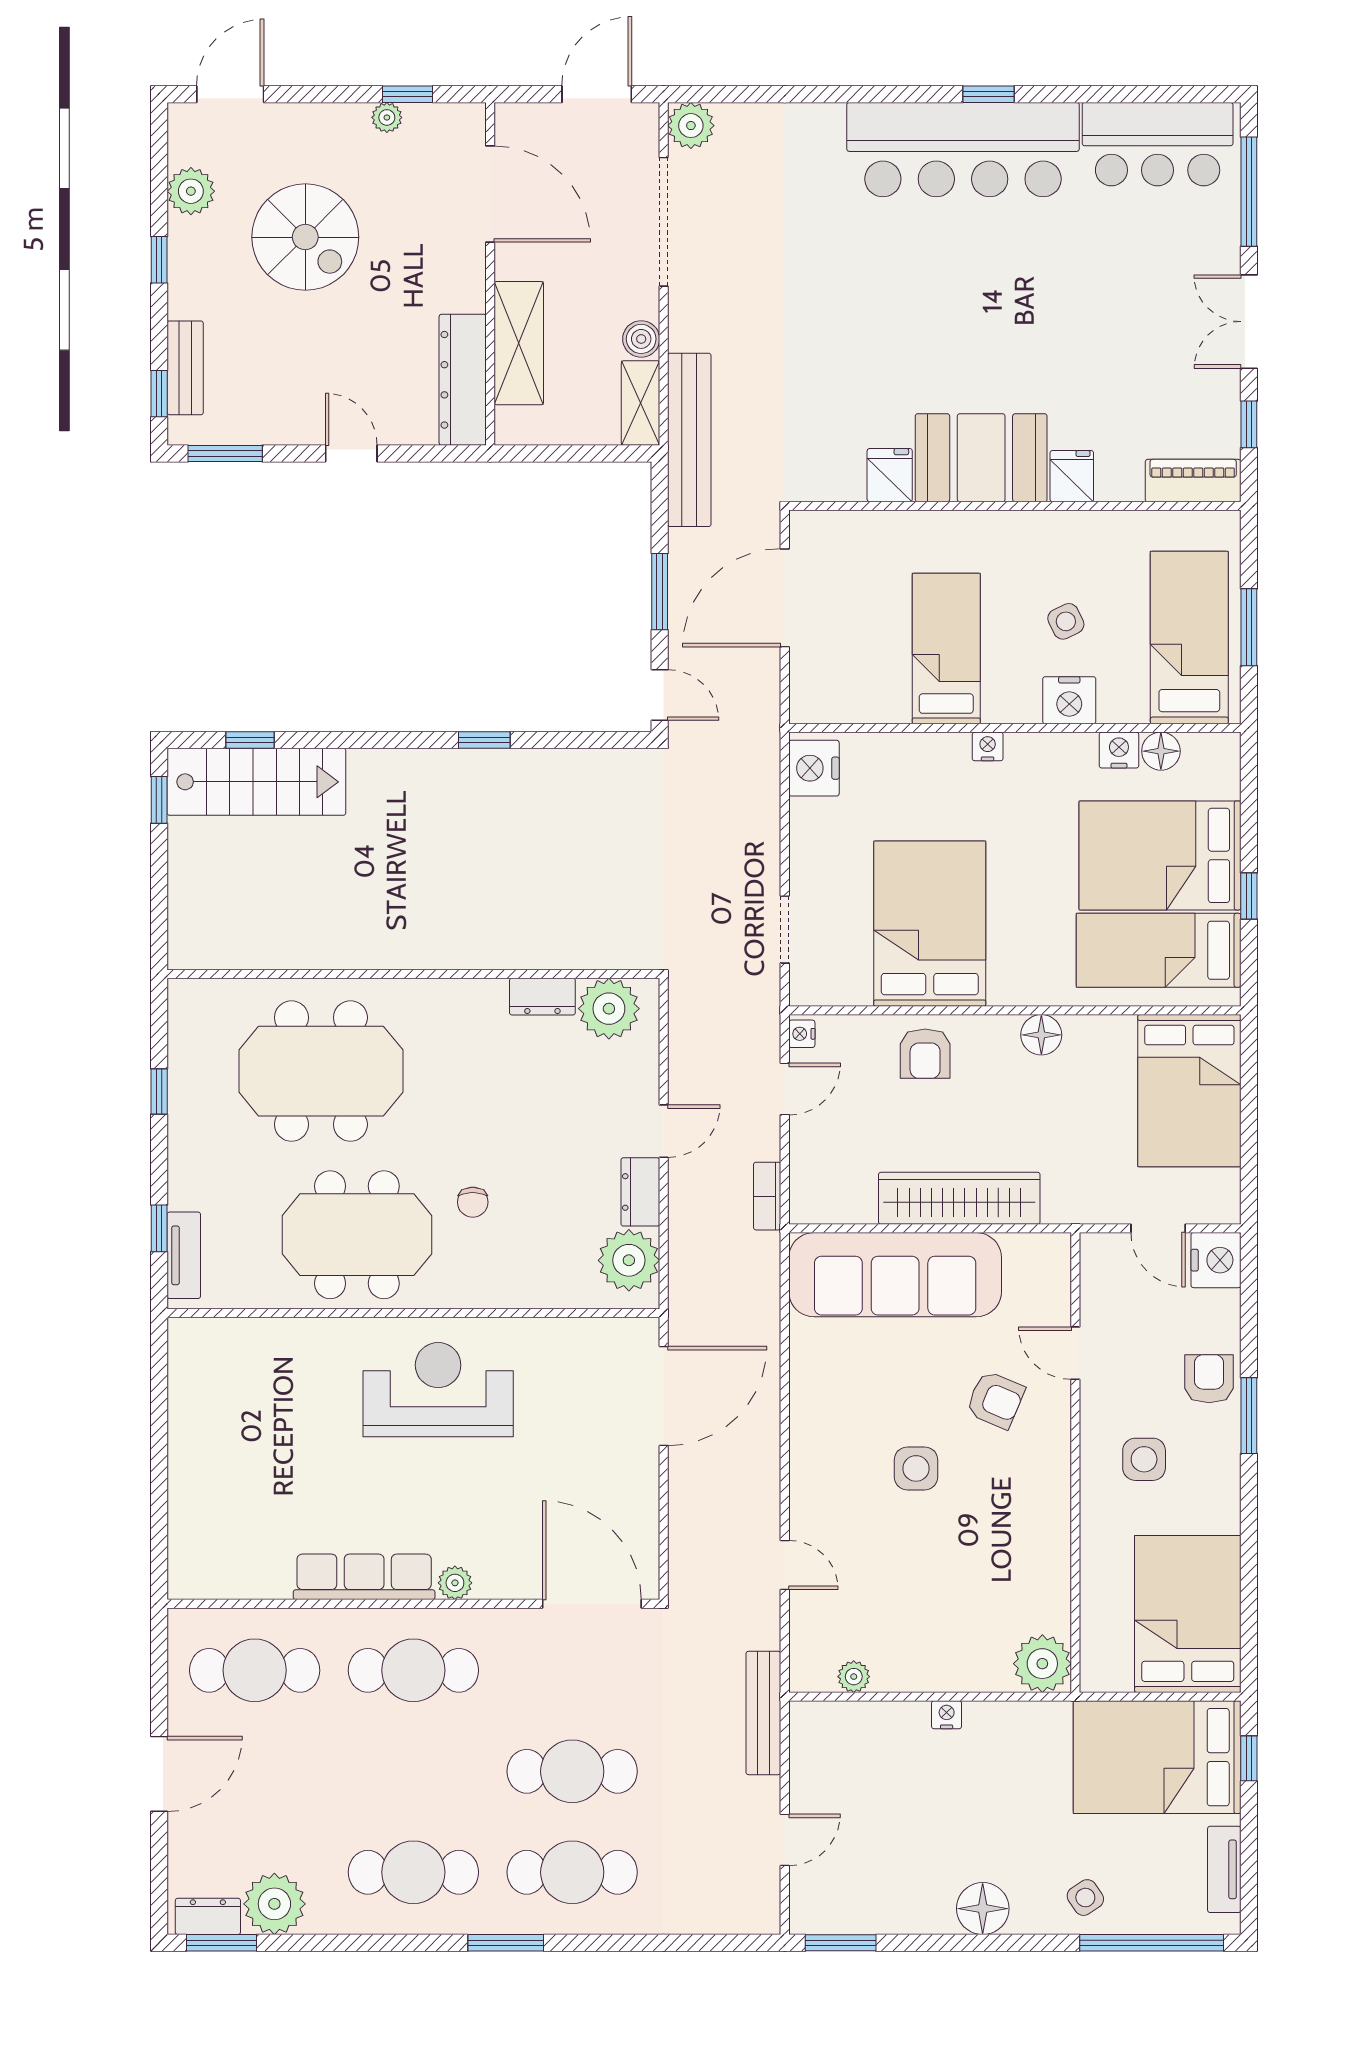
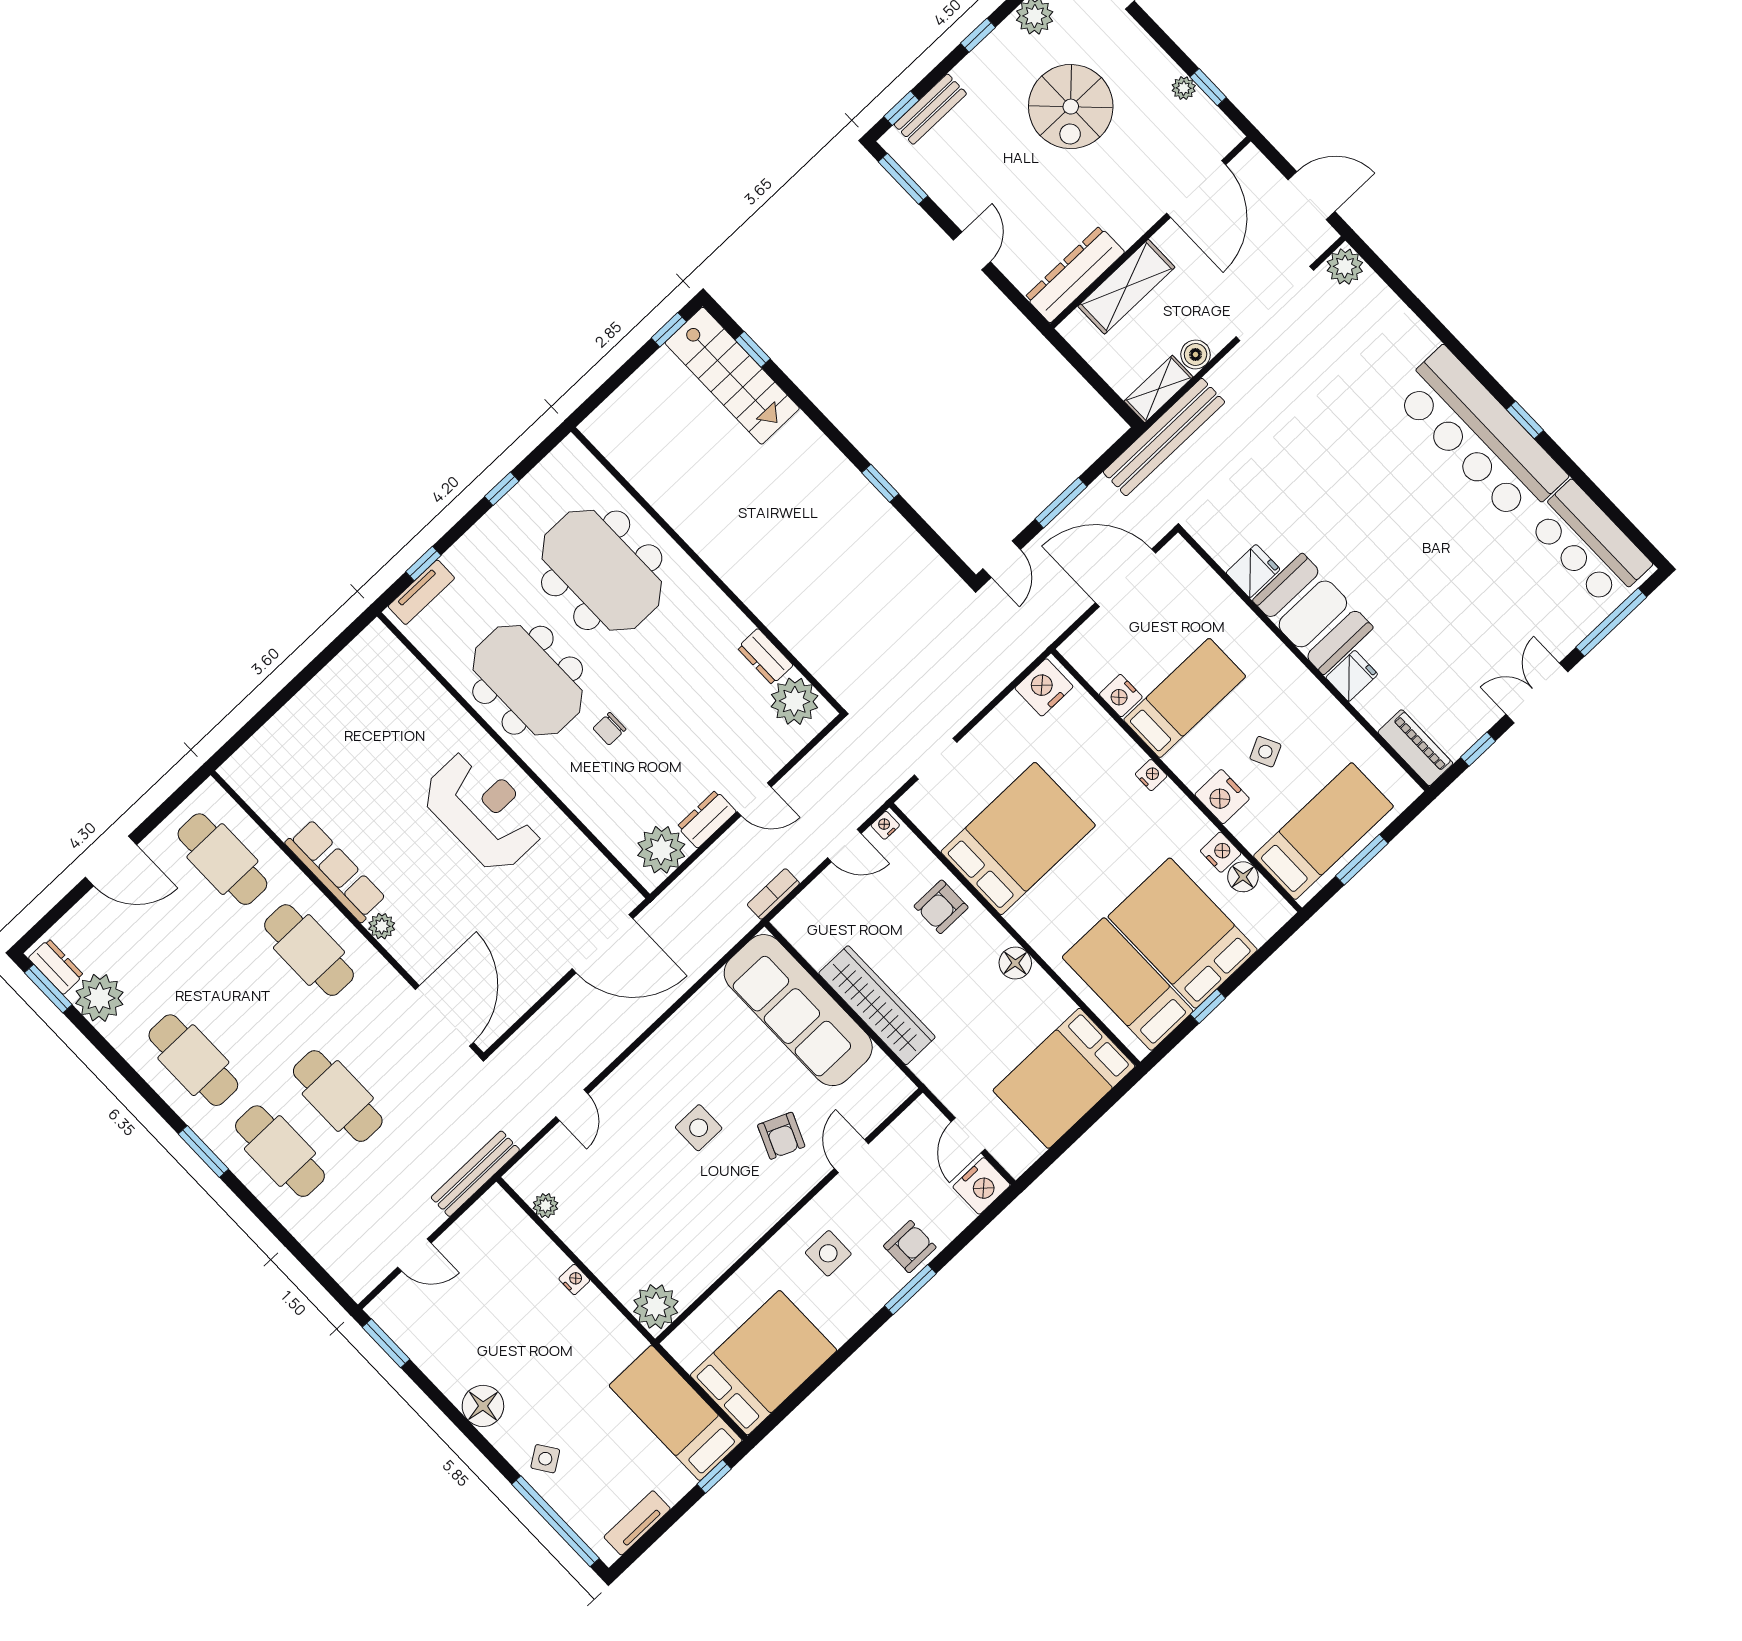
nightstand: (888, 705) -> (1121, 696), added
bed: (1157, 1757) -> (676, 1413), width x0.67

